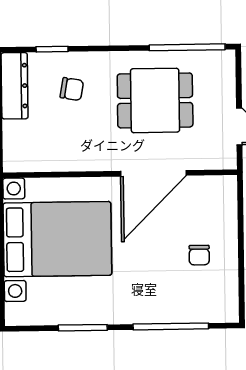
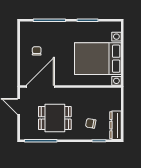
door: (153, 173) -> (40, 87), moved

